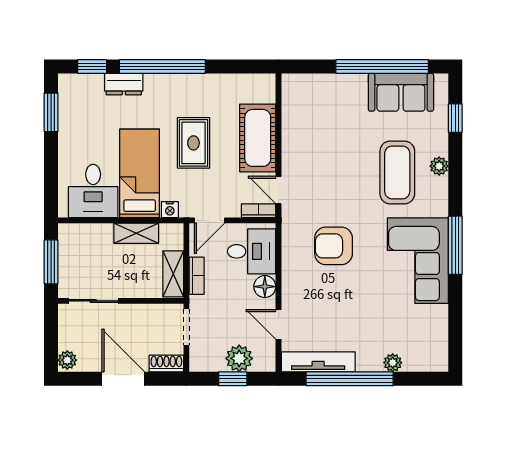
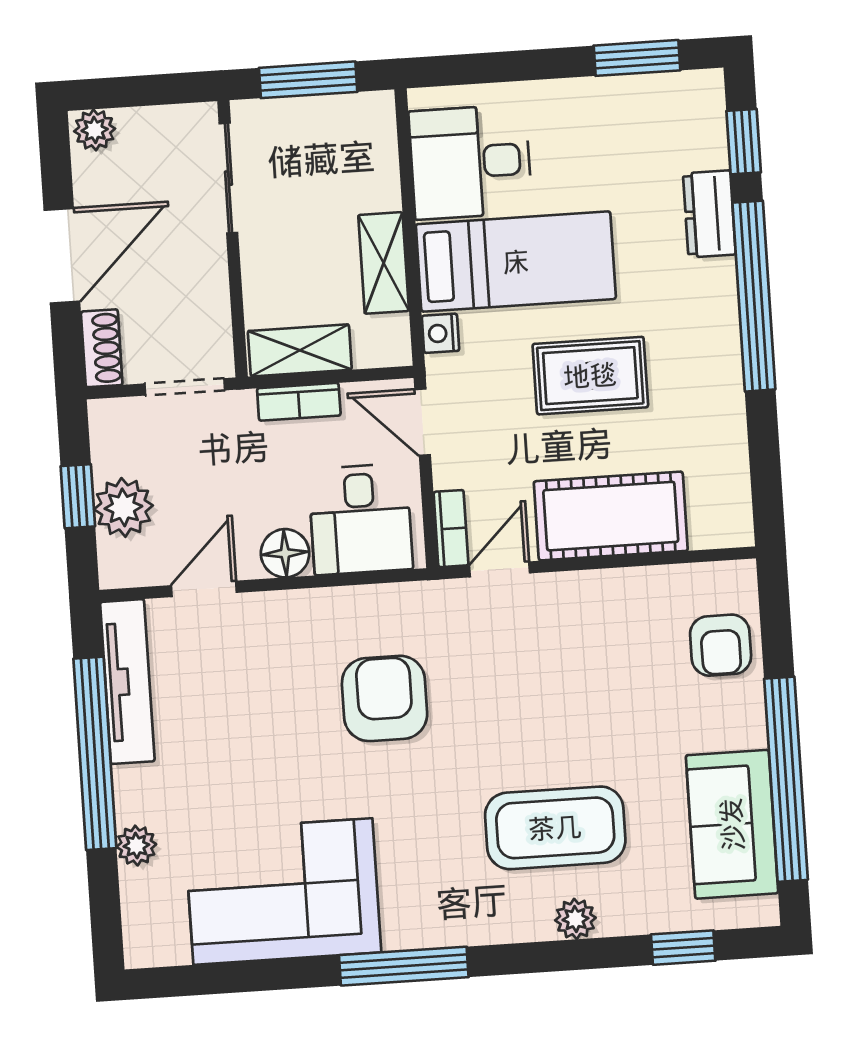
armchair: (319, 92) -> (721, 645), added
corner sofa: (418, 261) -> (283, 892), moved

